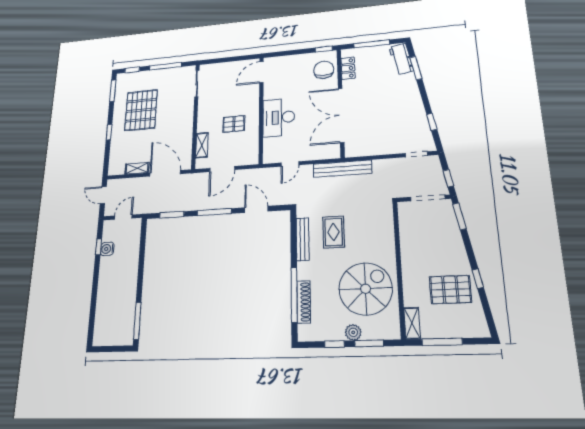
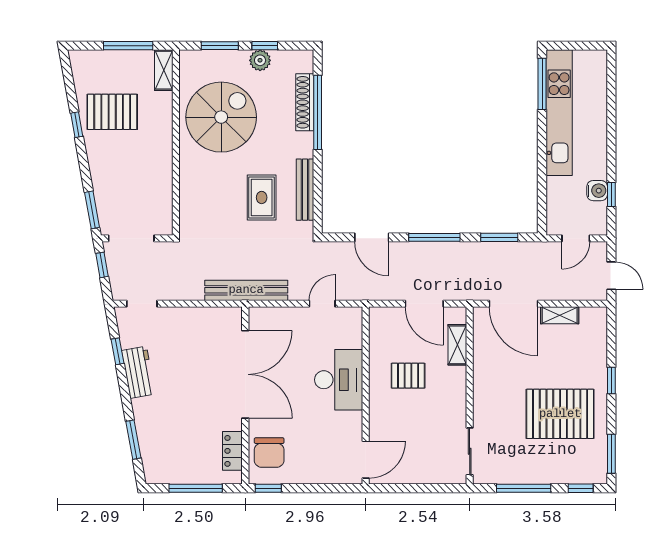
workbench: (401, 59) -> (138, 372), moved
pallet: (141, 110) -> (560, 414), turned 90
door: (222, 169) -> (424, 304), swing flipped
spiral stairs: (366, 289) -> (221, 117), turned 180
kitchen unit: (127, 301) -> (559, 113), added
plant: (353, 332) -> (260, 60), moved

